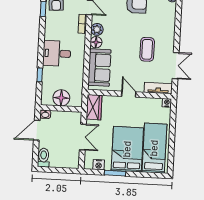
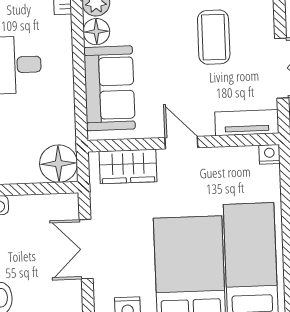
floor lamp: (61, 98) -> (59, 164), moved
wardrobe: (94, 107) -> (128, 166), moved, turned 90
double door: (83, 137) -> (86, 249), swing flipped

